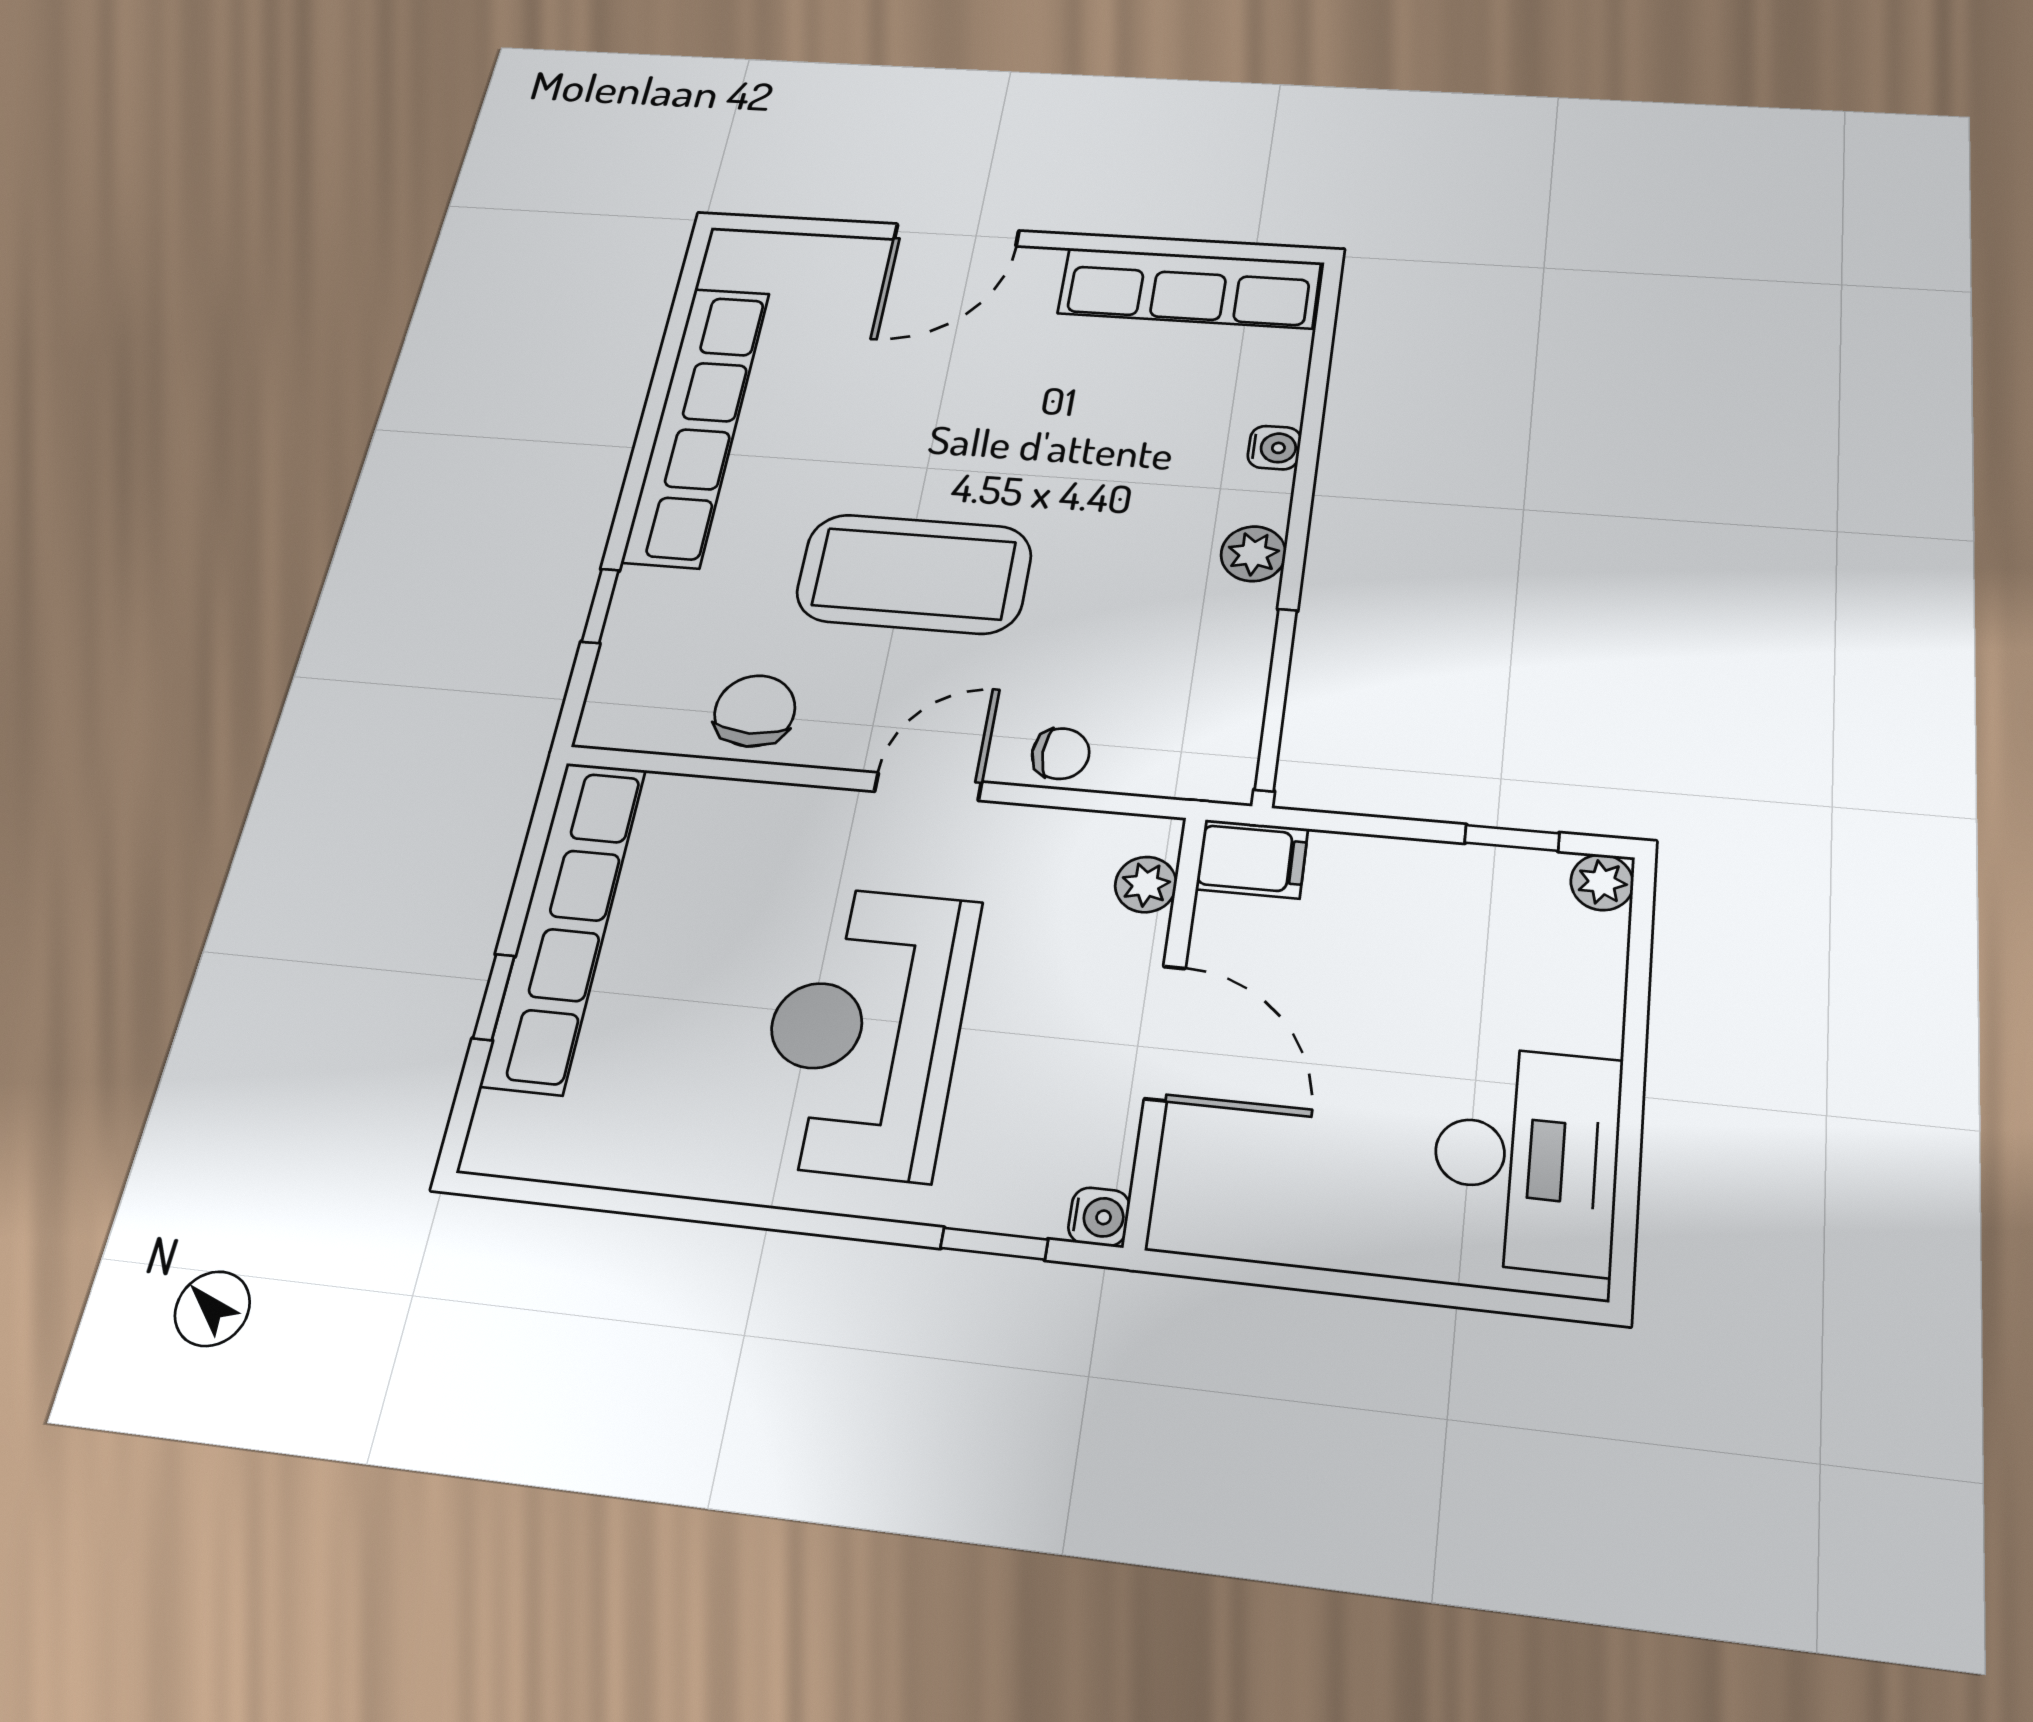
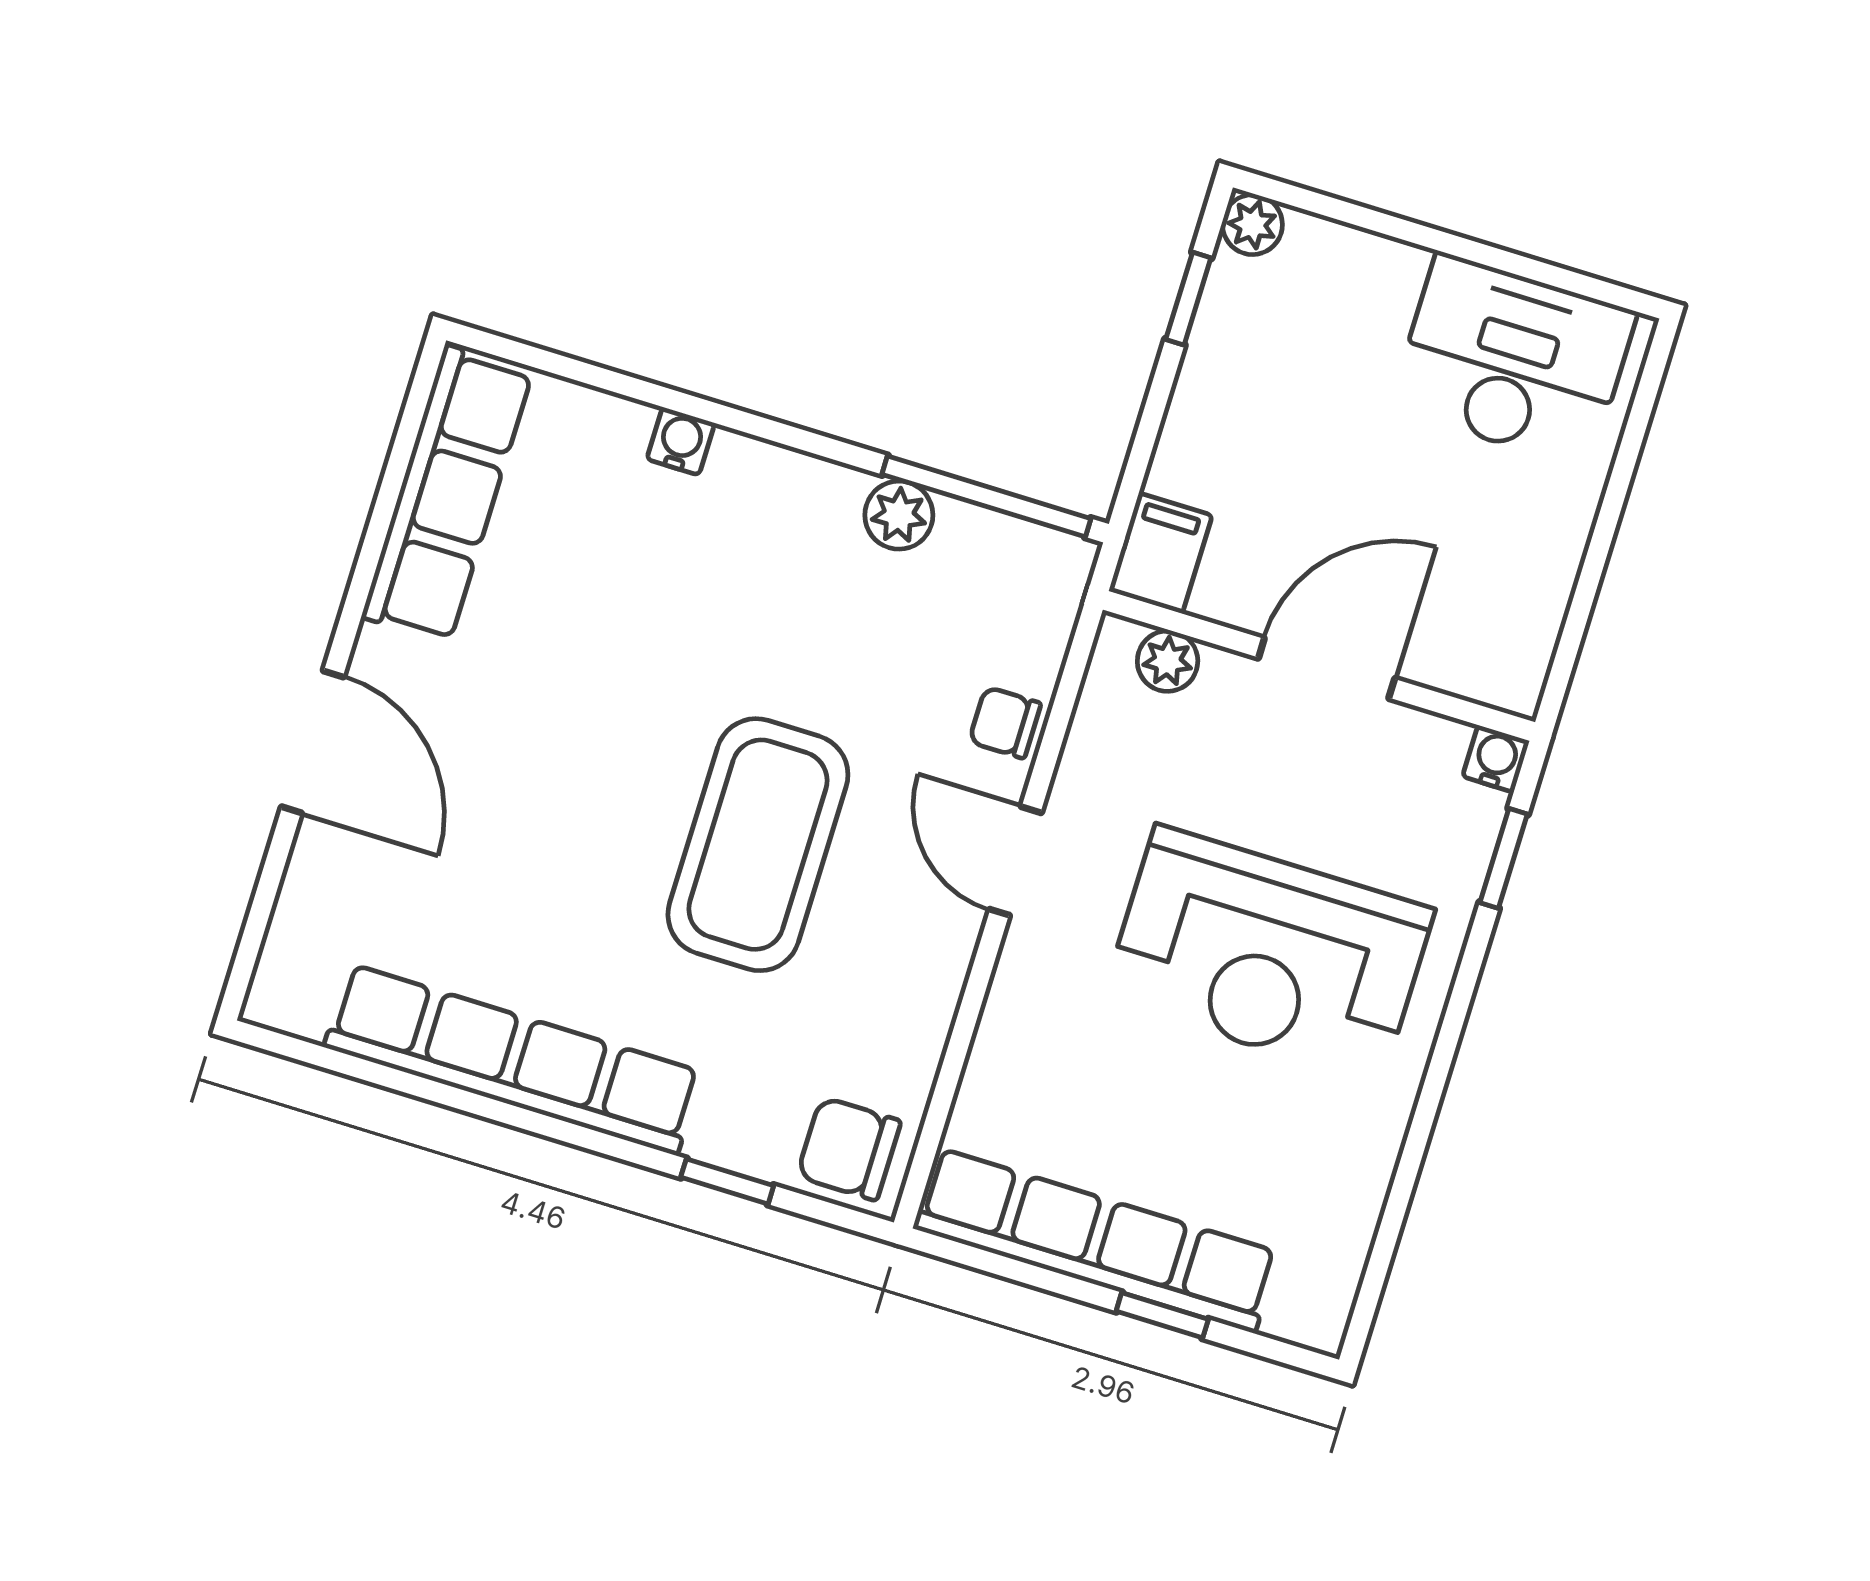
plant: (1253, 554) -> (899, 515), moved
chair: (755, 711) -> (849, 1149), moved
chair: (1061, 754) -> (1005, 723), turned -90

